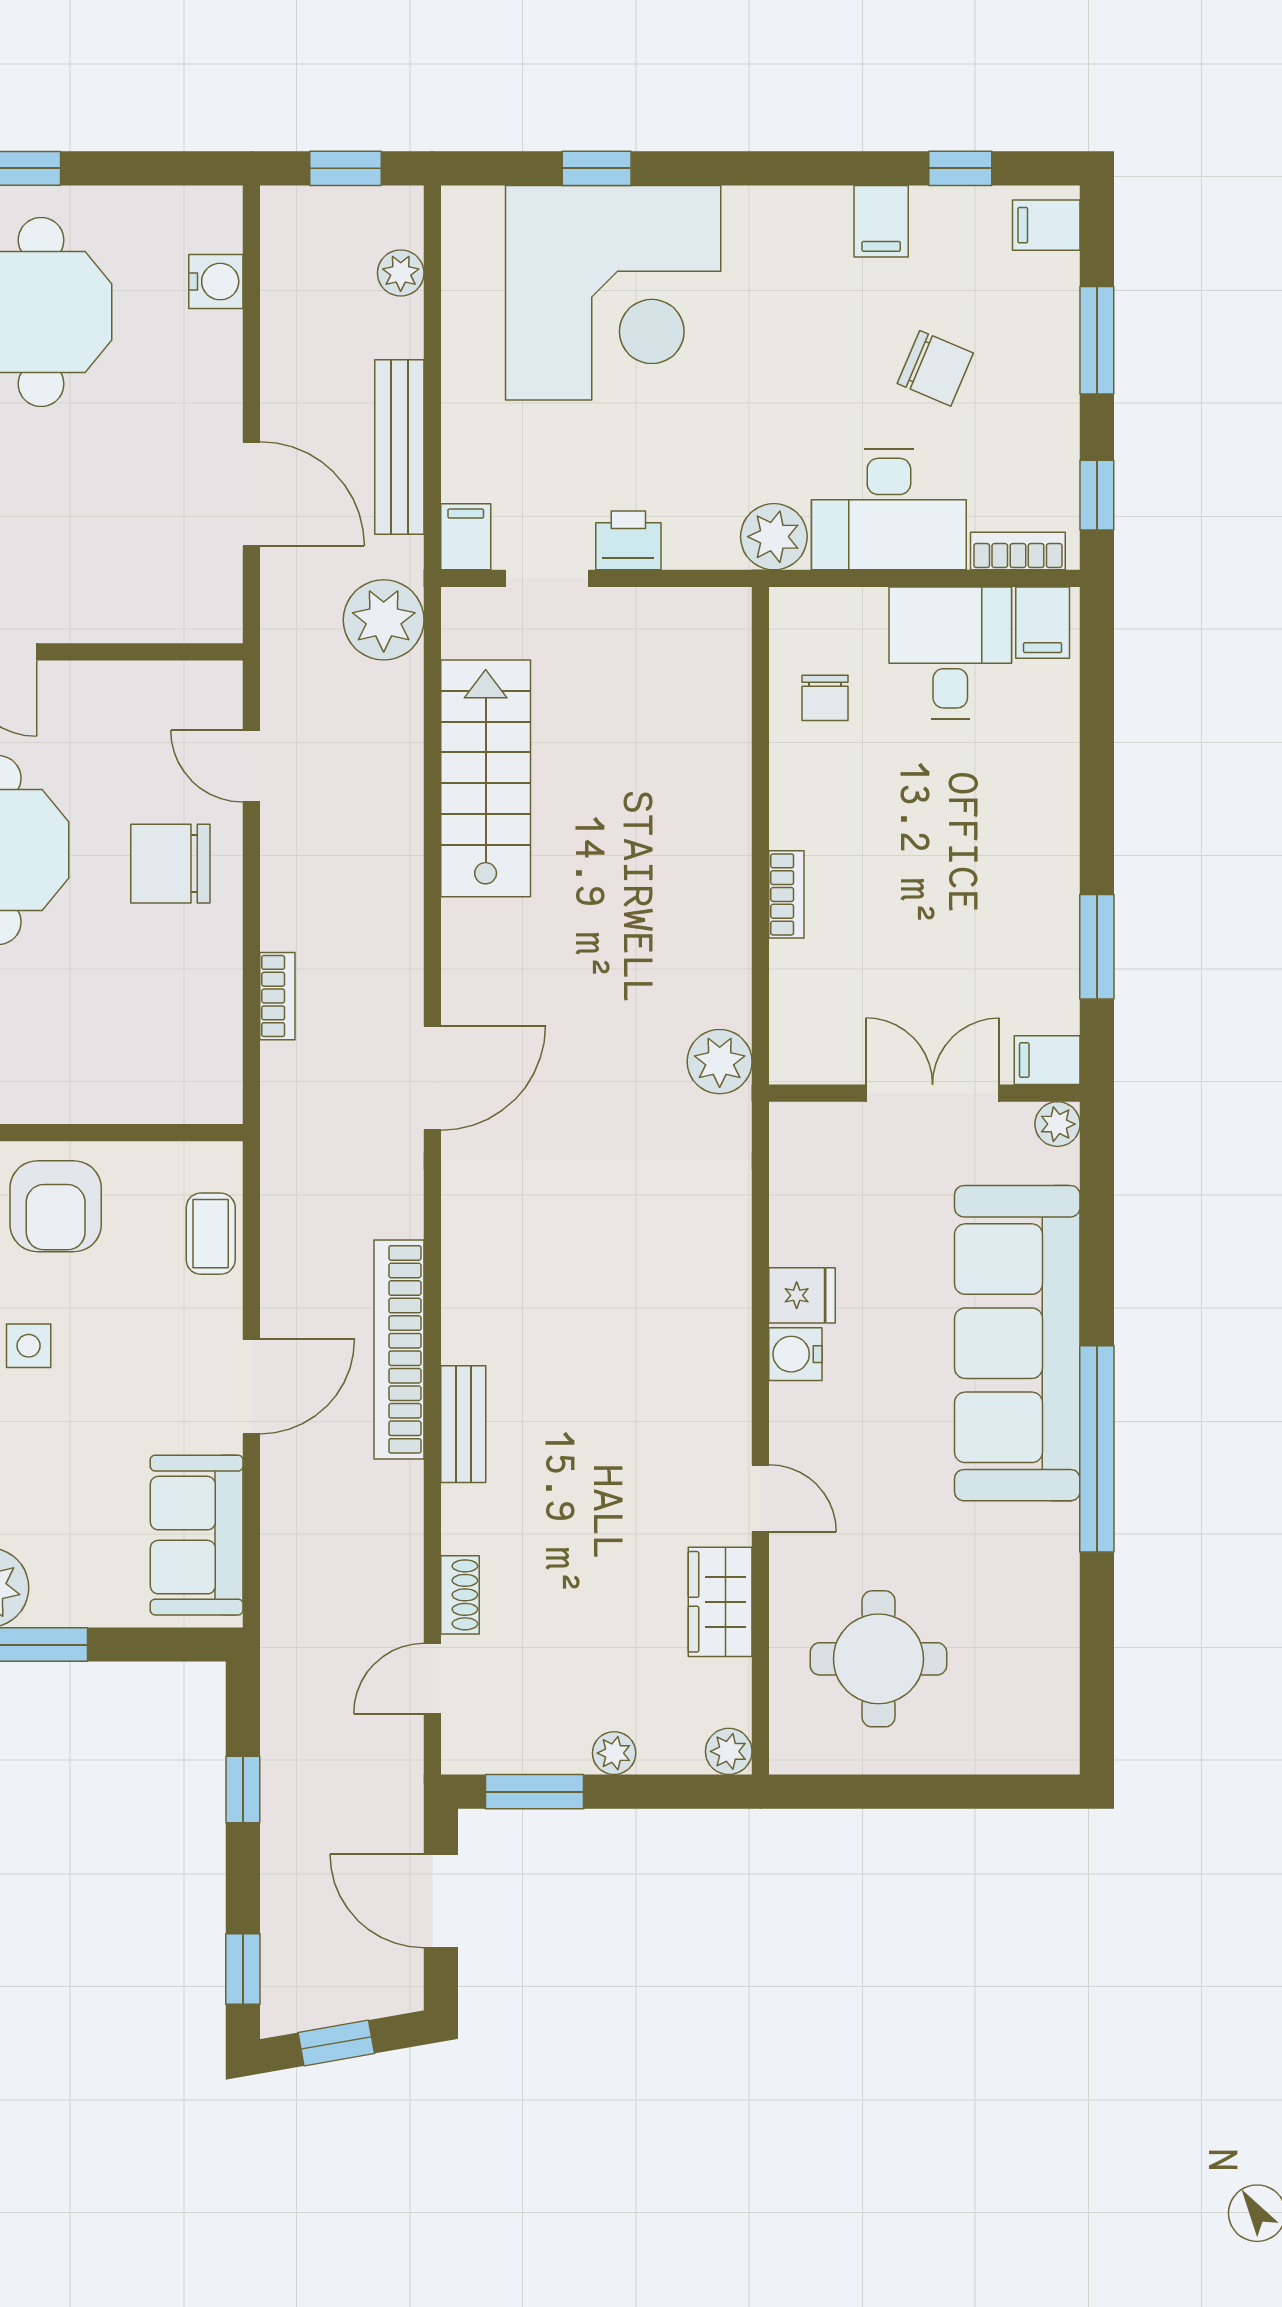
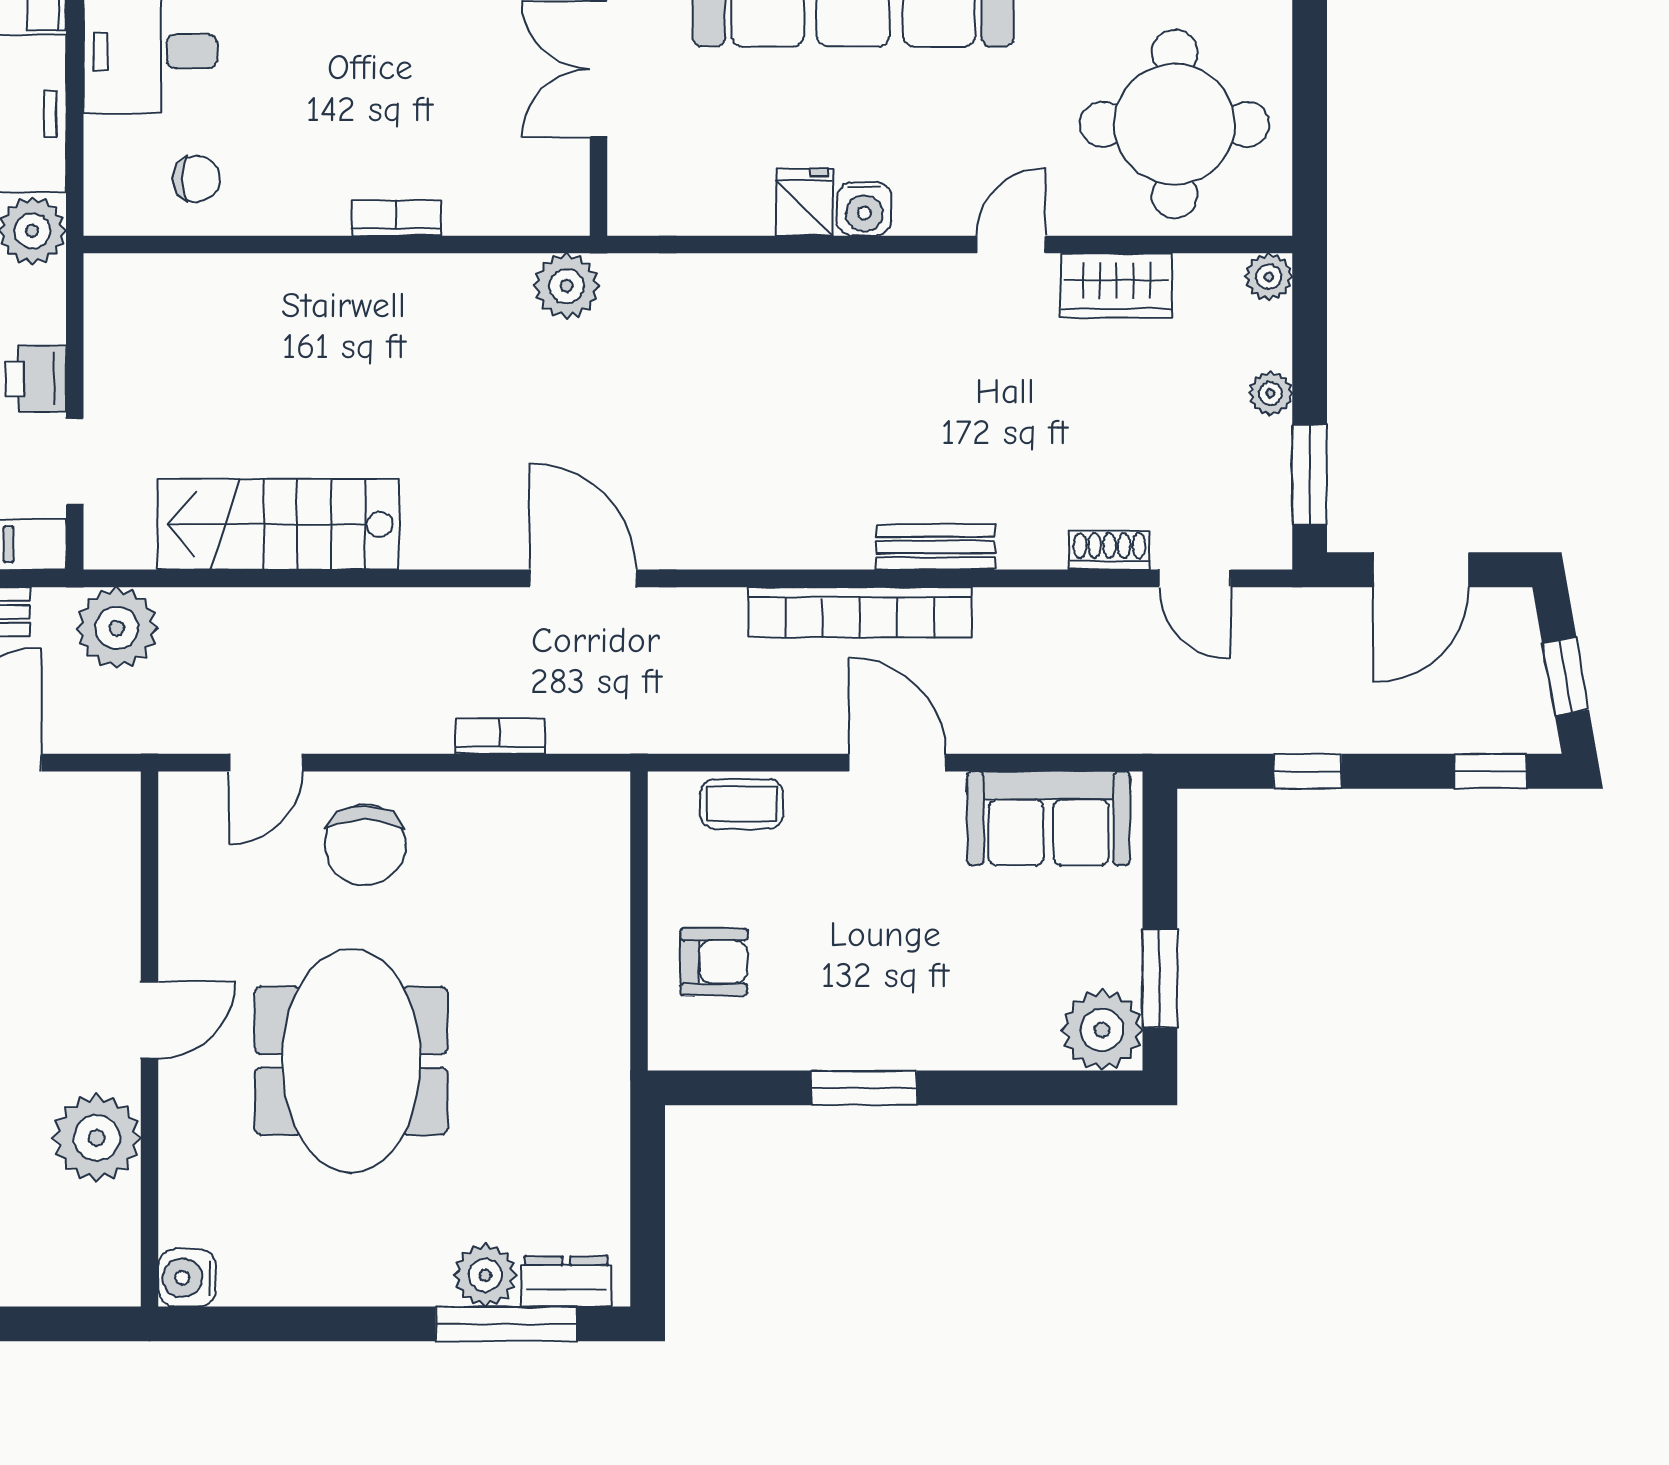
armchair: (56, 1206) -> (714, 962), width x0.72, depth x0.72
side table: (29, 1346) -> (856, 989), removed
round table: (878, 1659) -> (1175, 124), width x1.36, depth x1.36

